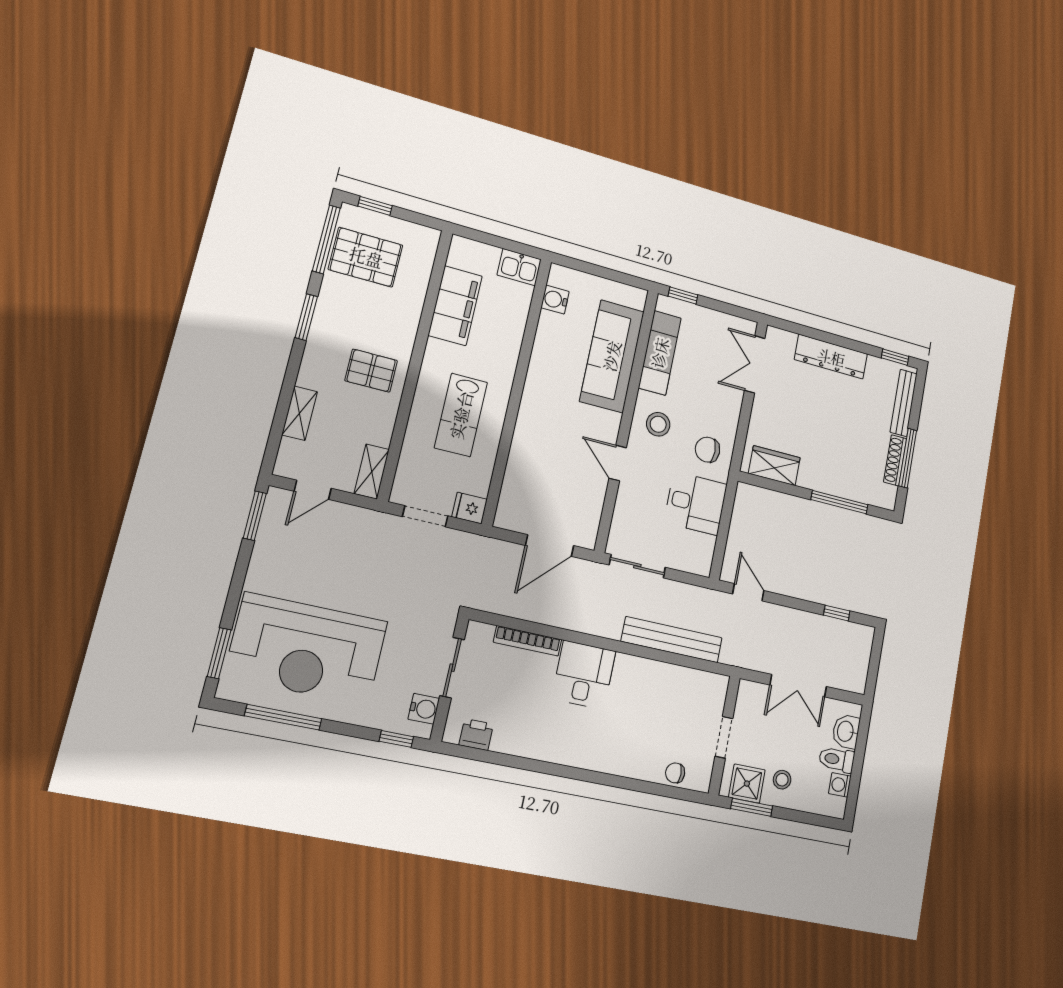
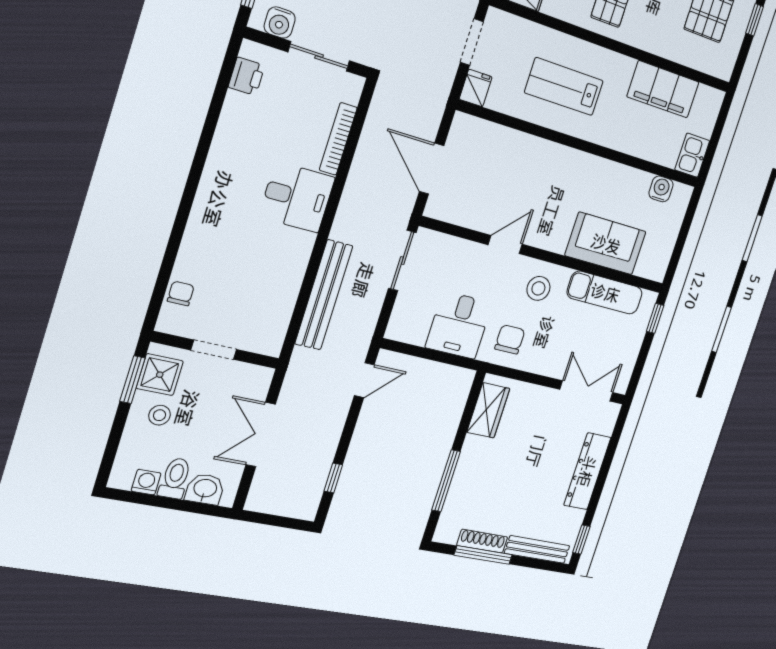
sofa: (612, 356) -> (606, 244), width x0.73

